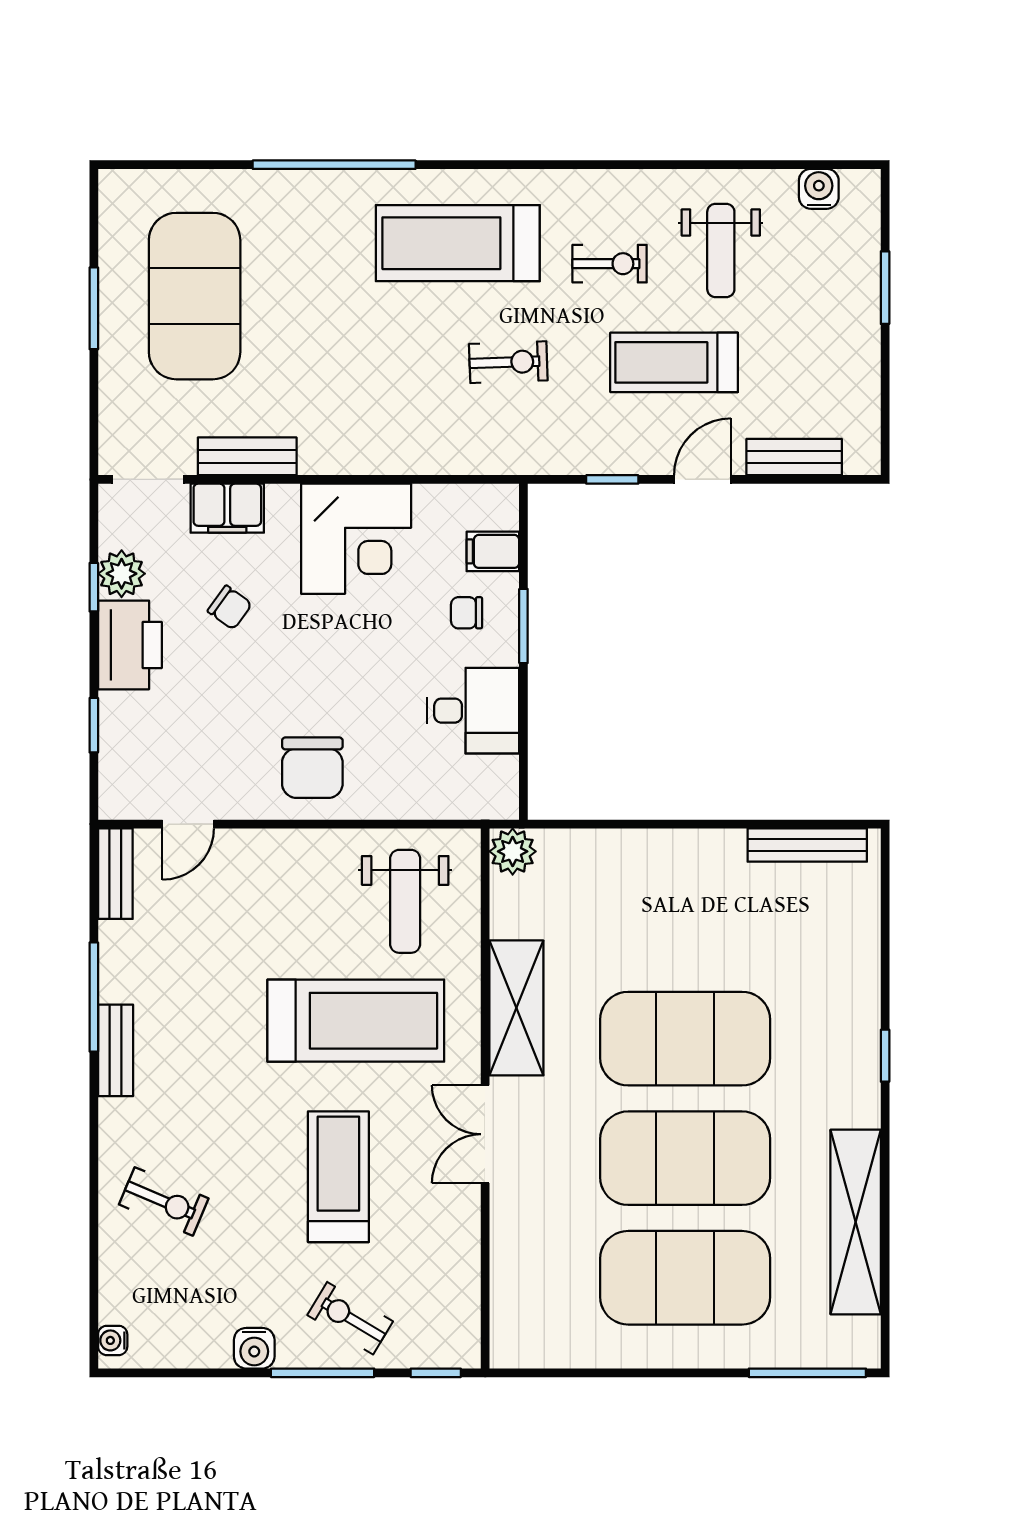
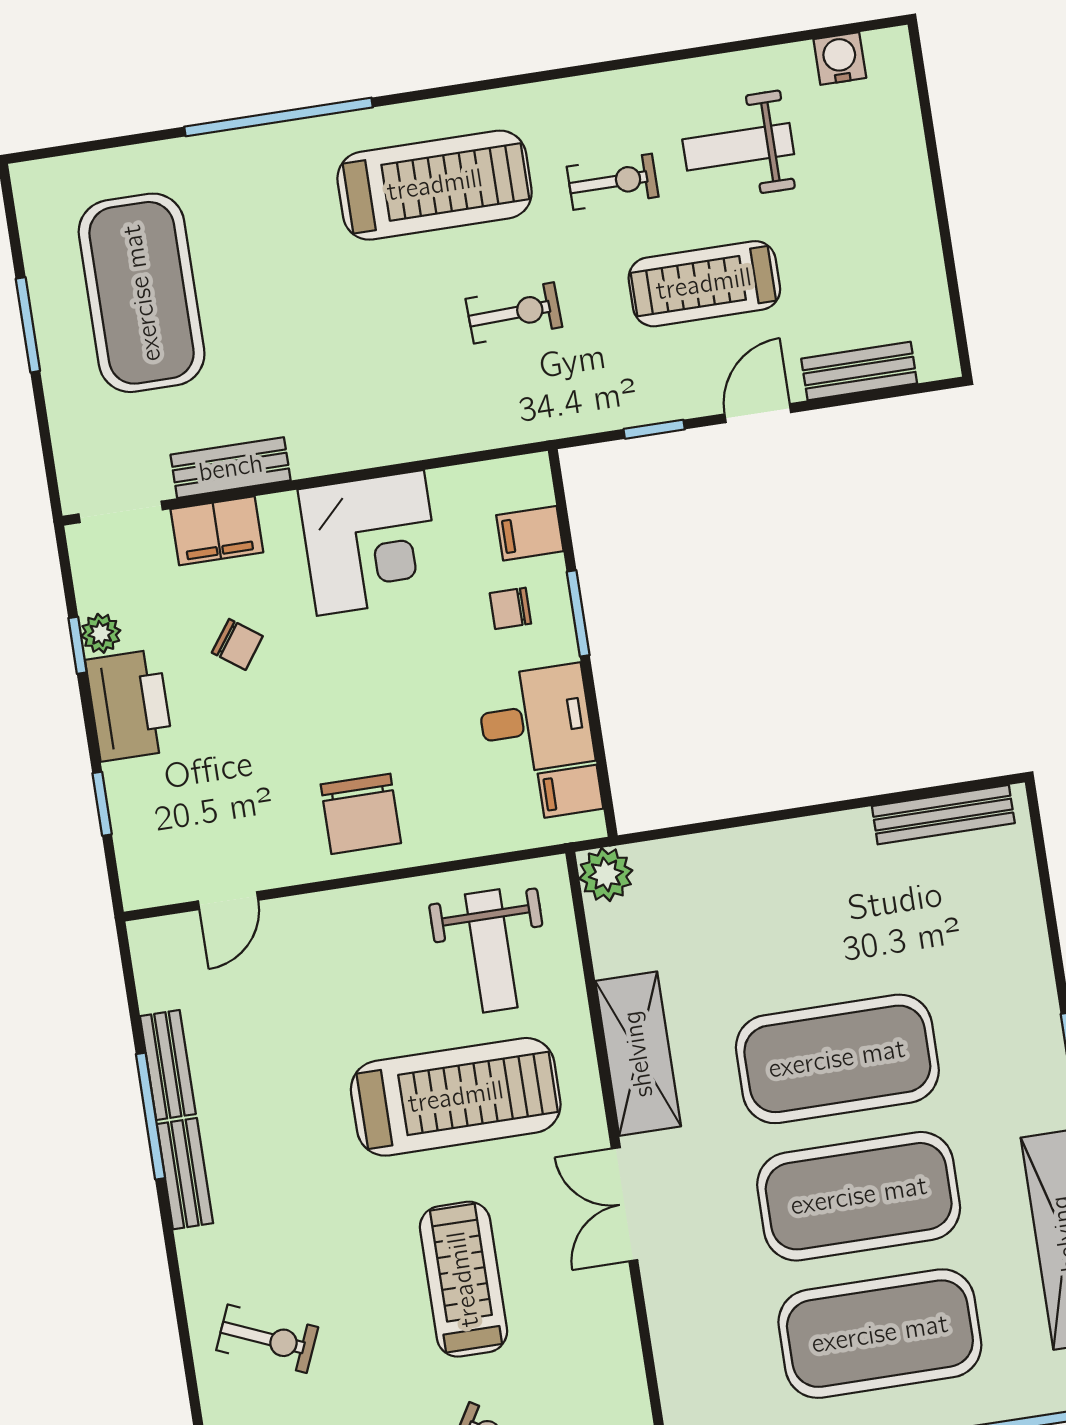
treadmill: (458, 243) -> (435, 185), turned 180
weight bench: (721, 250) -> (738, 147), turned 90
window: (885, 288) -> (934, 160), removed
plant: (122, 574) -> (101, 633), width x0.73, depth x0.73
filing cabinet: (494, 776) -> (571, 791), added
bench: (115, 874) -> (168, 1065), moved

